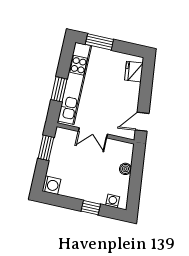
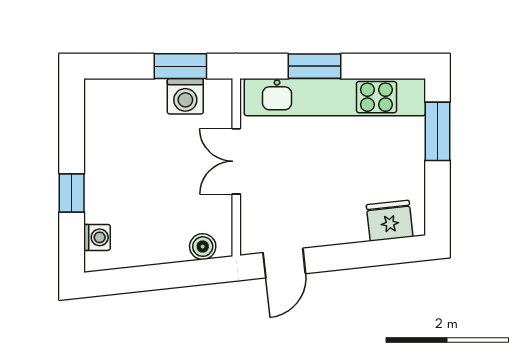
door: (142, 122) -> (284, 263), swing flipped
boiler: (125, 169) -> (203, 247), moved
washing machine: (51, 185) -> (185, 96), moved

